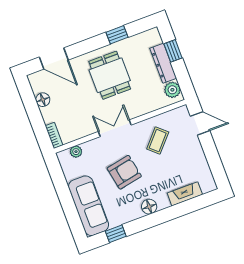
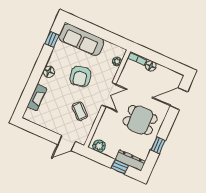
dresser: (163, 63) -> (131, 160), moved
floor lamp: (43, 100) -> (151, 66), moved

